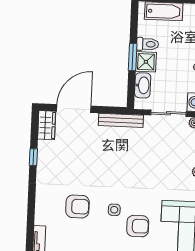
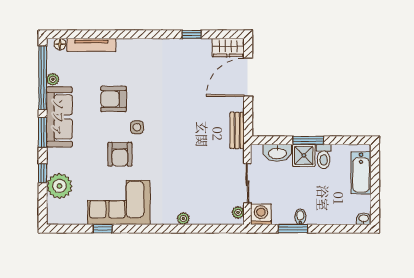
door: (74, 108) -> (248, 77), swing flipped
bench: (121, 120) -> (237, 130), width x0.73
armchair: (77, 206) -> (114, 99), moved, turned 90

